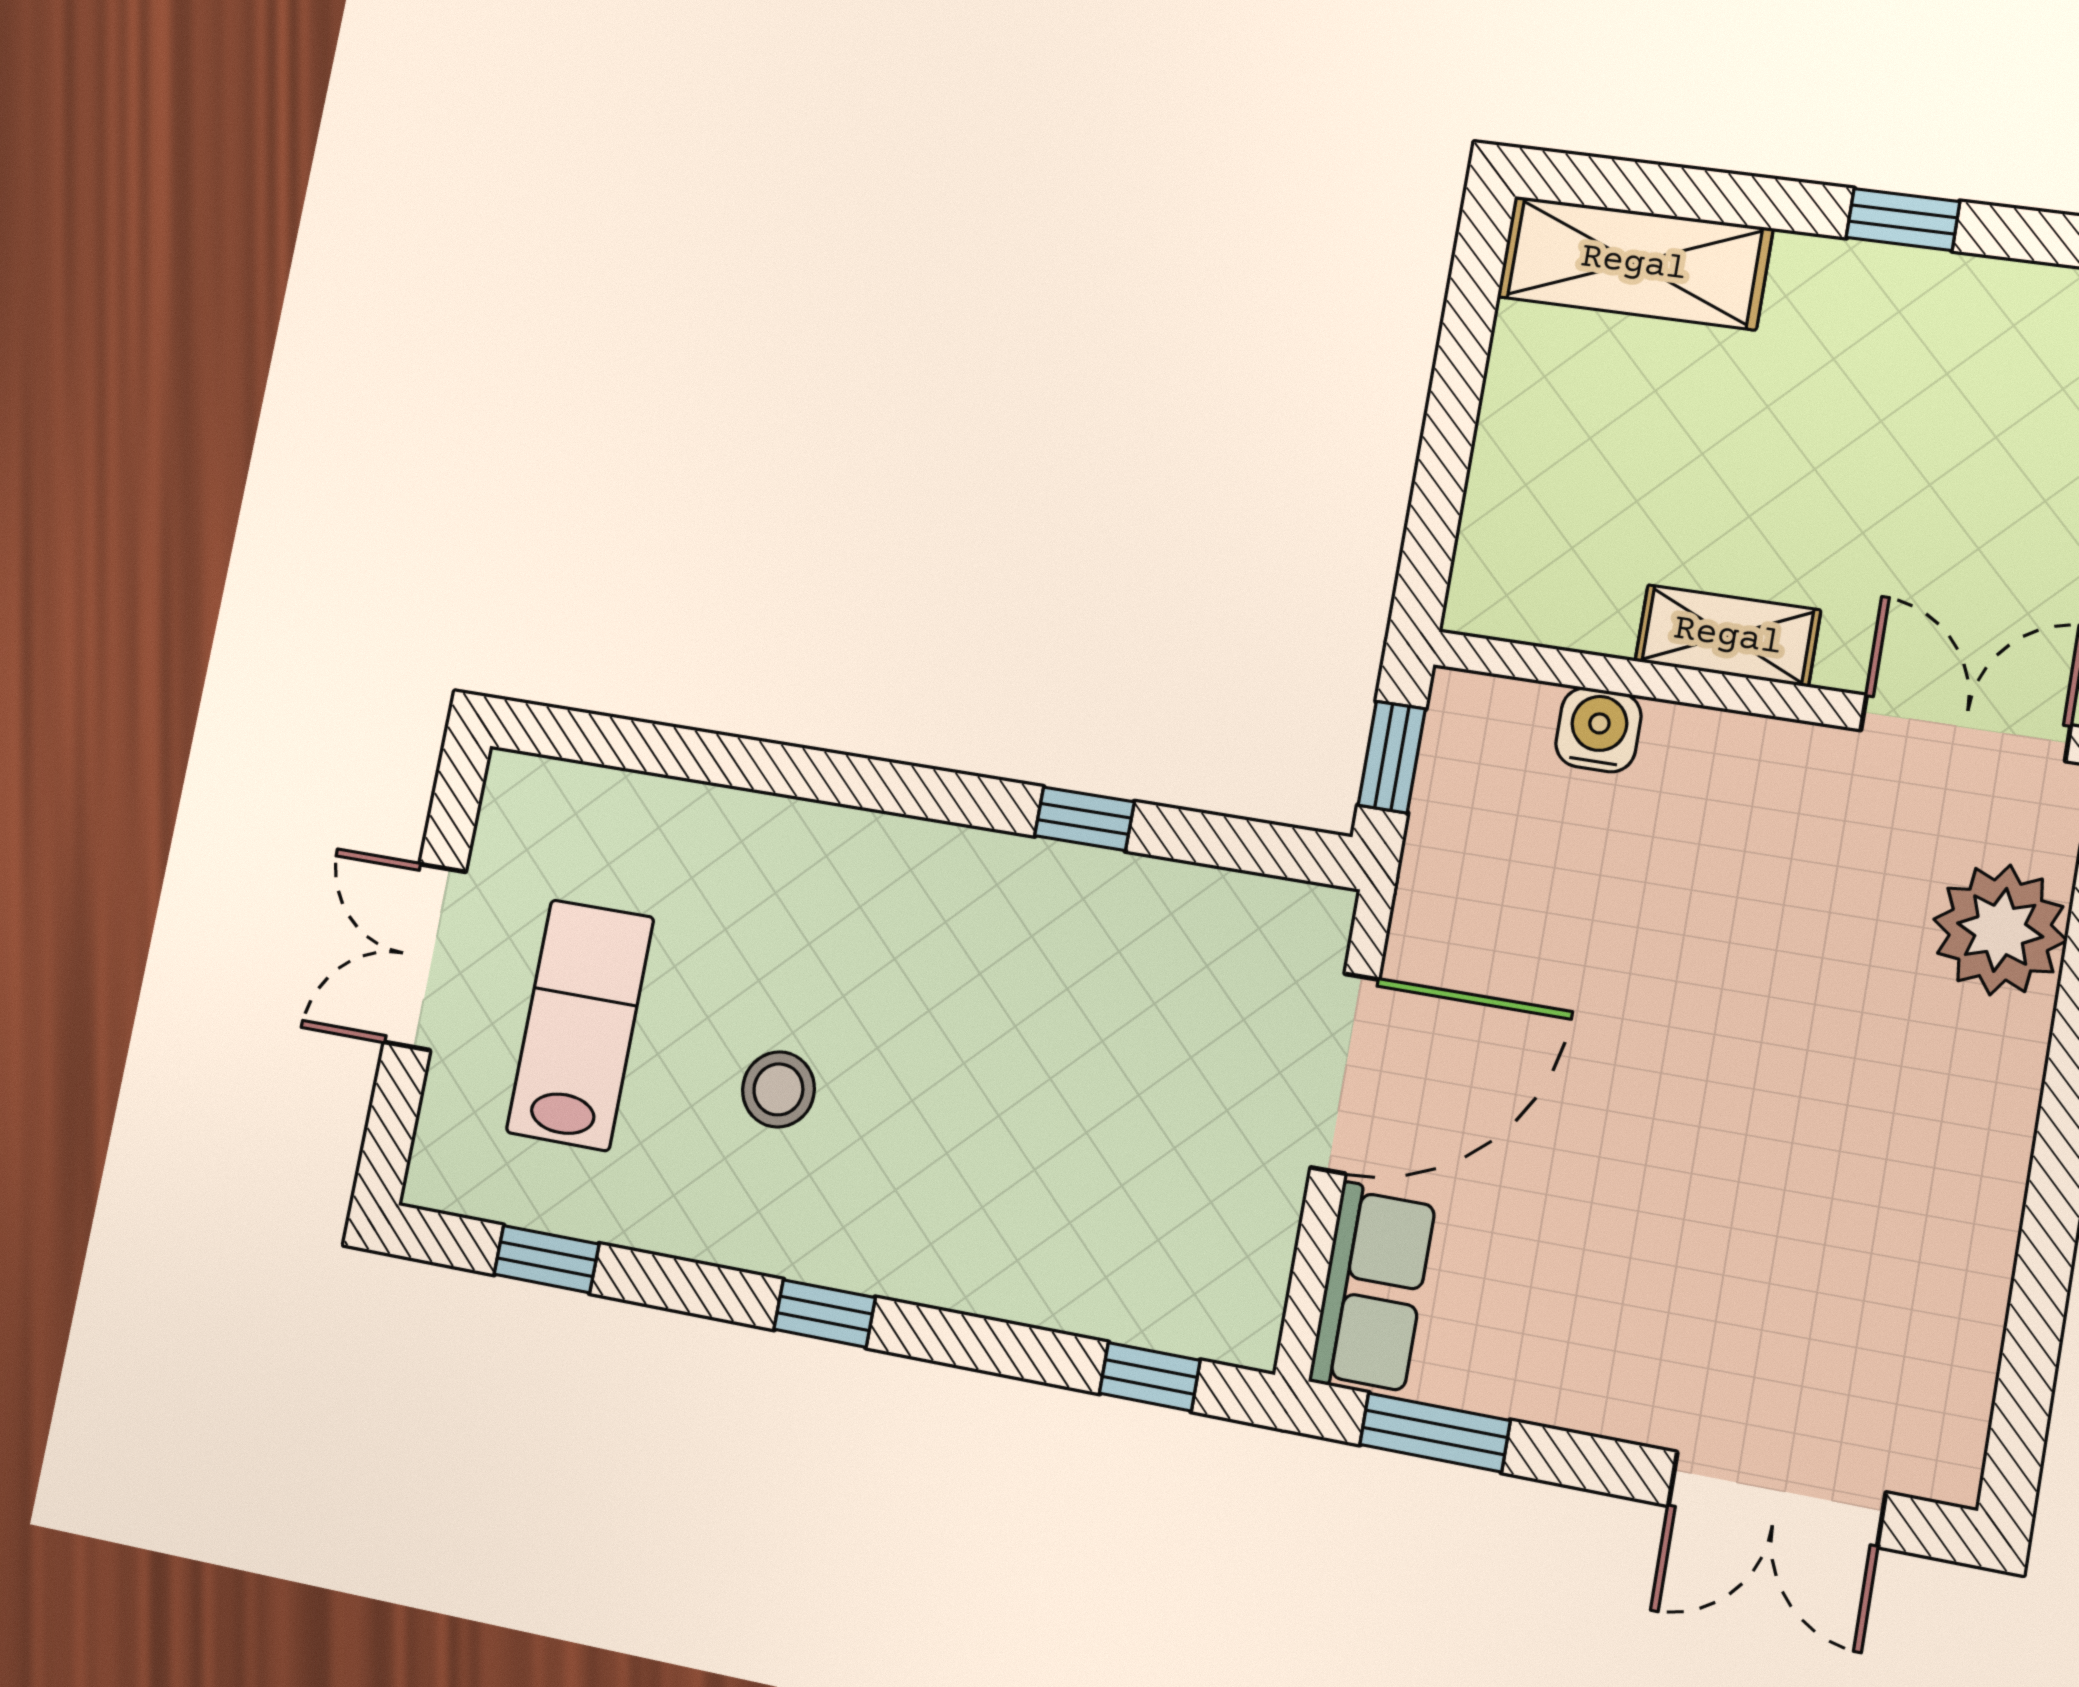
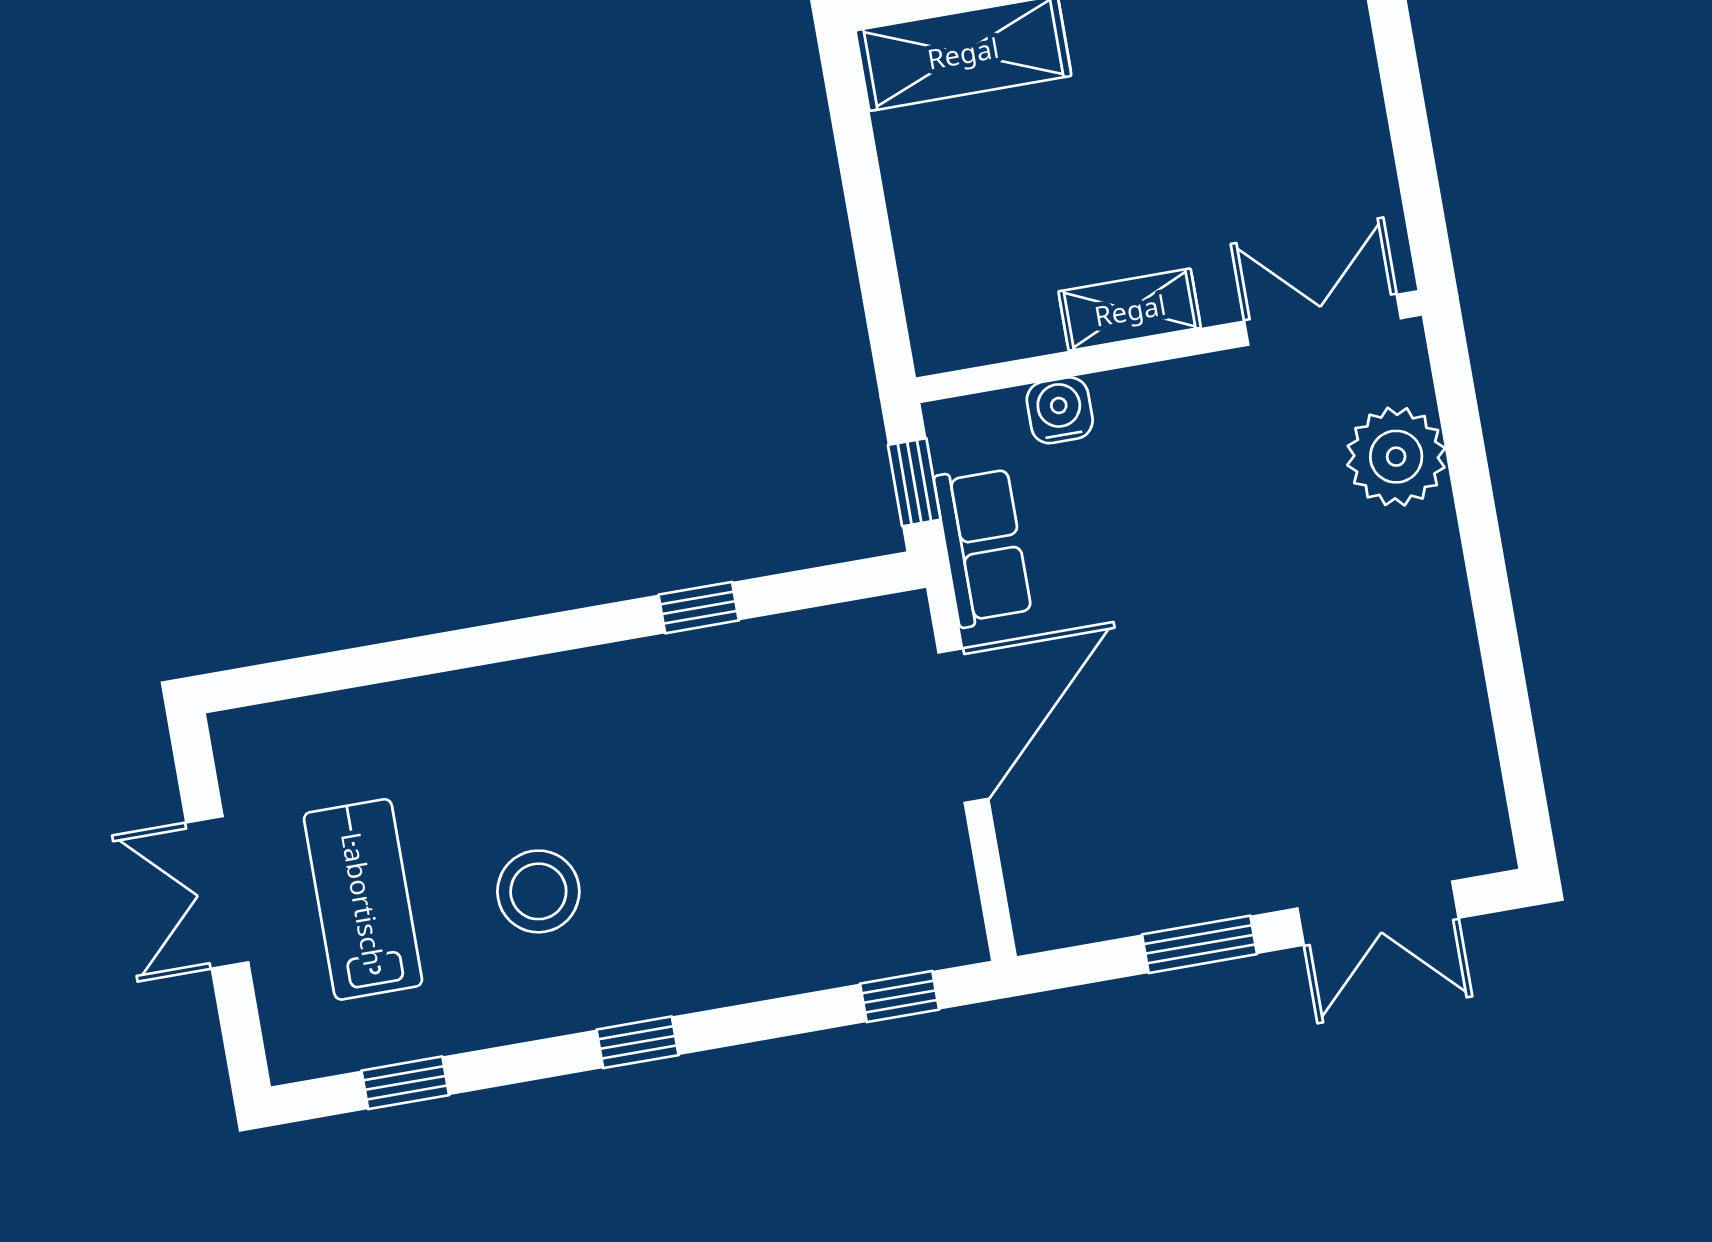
stool: (778, 1089) -> (538, 891), width x1.38, depth x1.38
row of seats: (1373, 1290) -> (983, 546), moved
window: (1435, 1432) -> (1200, 944), moved

